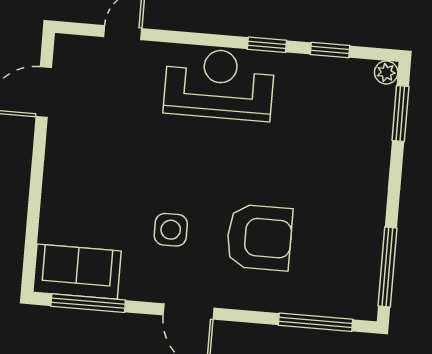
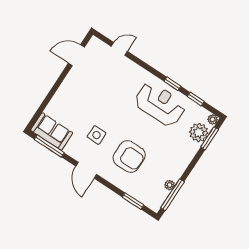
reception desk: (219, 84) -> (160, 104), moved
plant: (373, 114) -> (199, 132), added
plant: (371, 251) -> (170, 185), added
window: (315, 322) -> (133, 201), width x0.69

